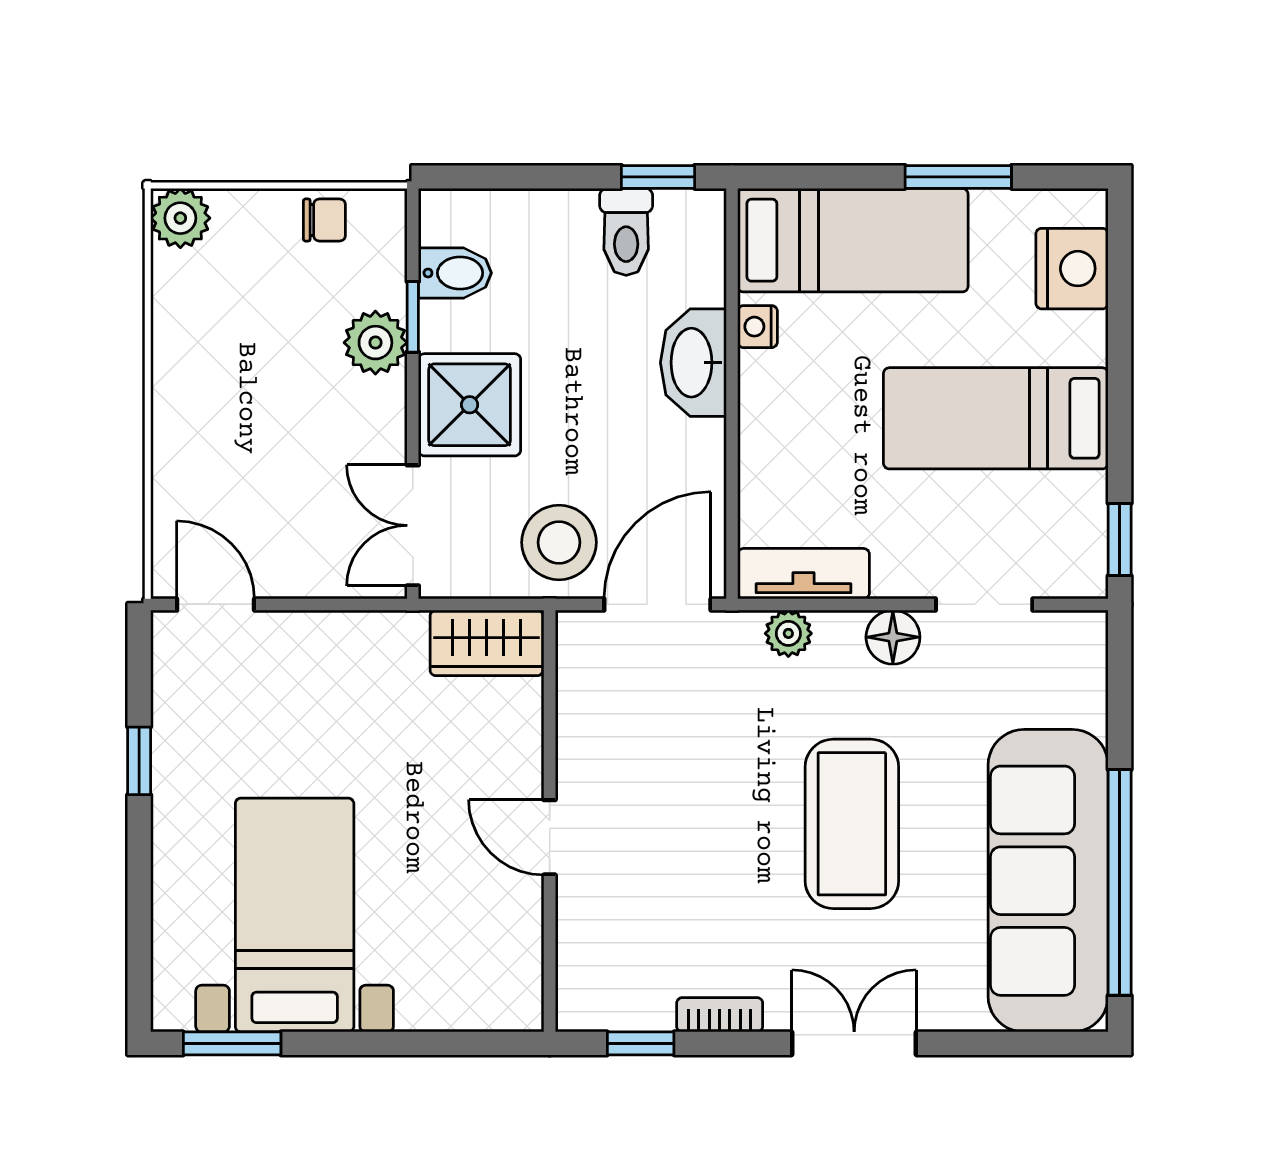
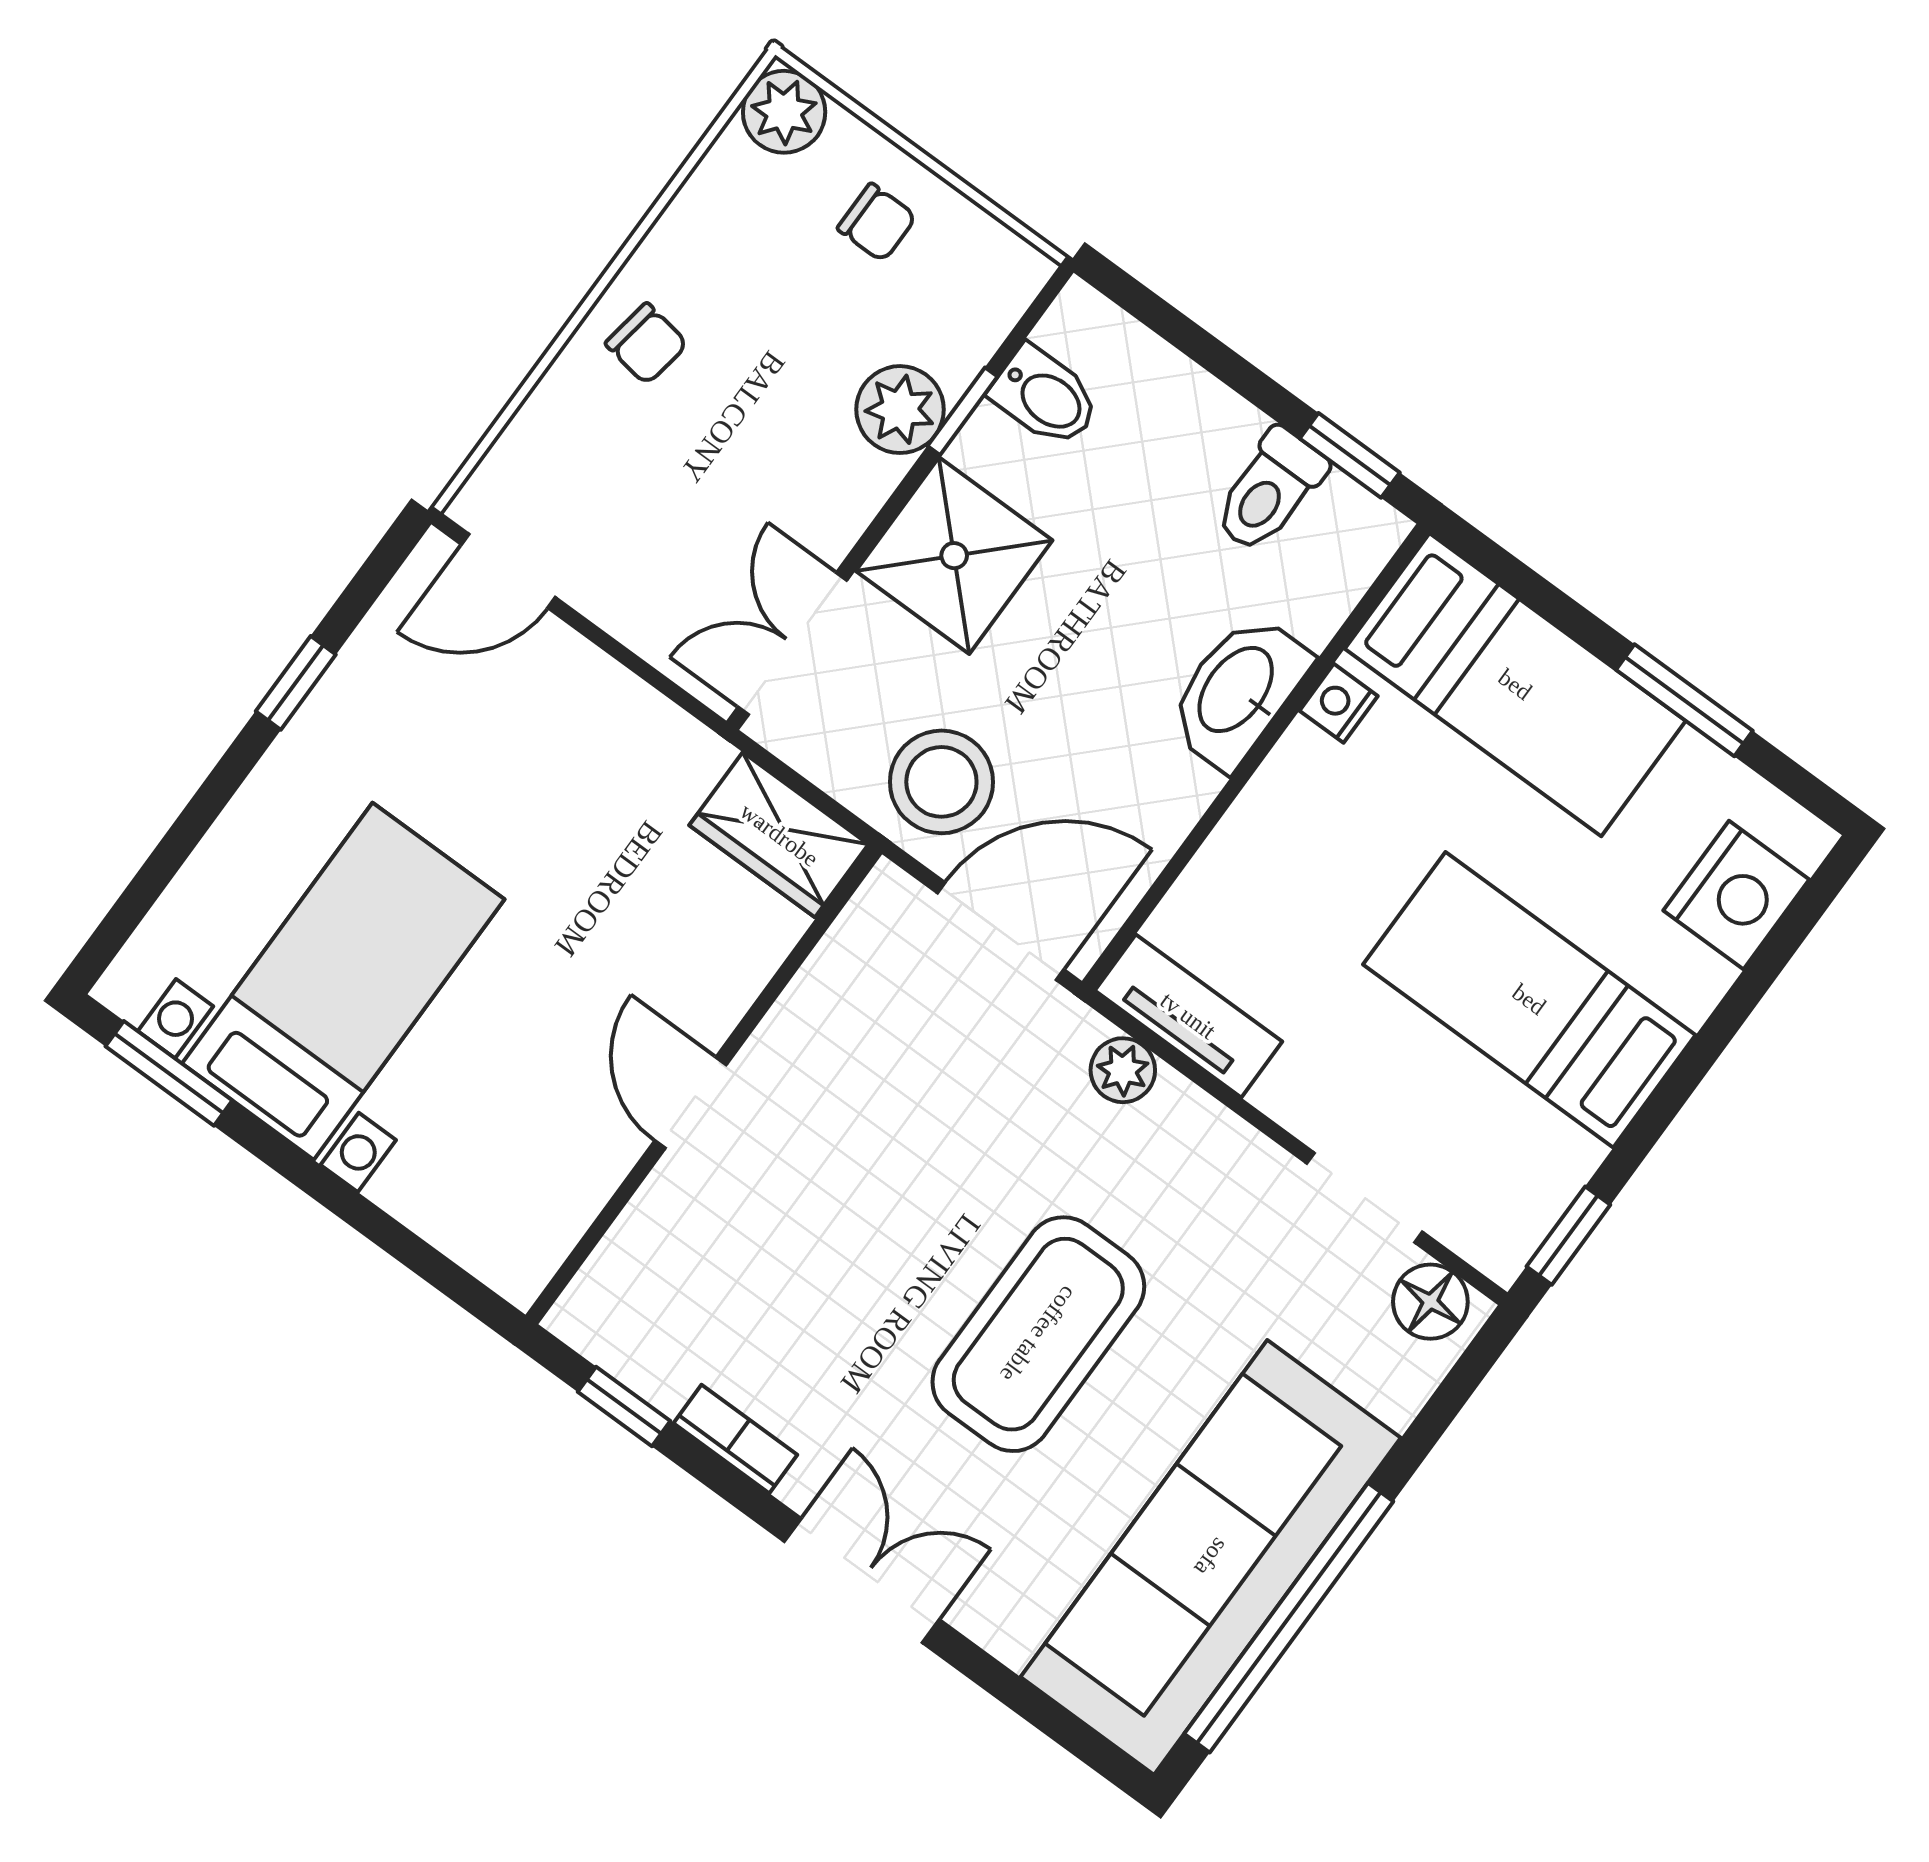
chair: (324, 220) -> (877, 222), moved
chair: (199, 413) -> (647, 344), added
door: (216, 604) -> (508, 571), swing flipped
floor lamp: (893, 637) -> (1430, 1302), moved

